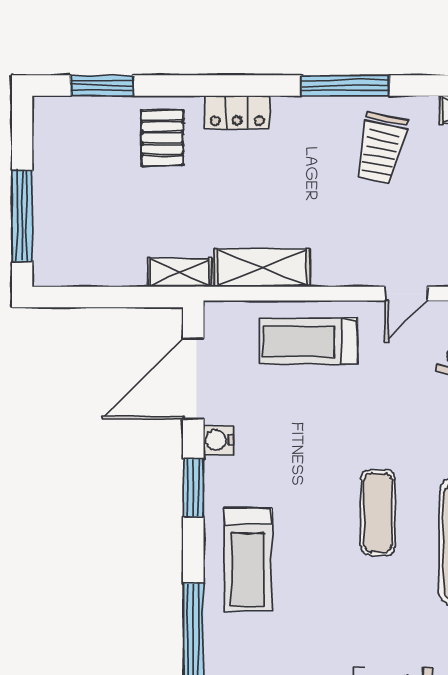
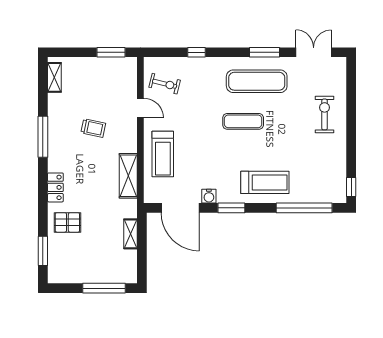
trolley: (381, 148) -> (93, 128), moved, width x0.73, depth x0.72
shelving: (180, 273) -> (130, 234), moved

